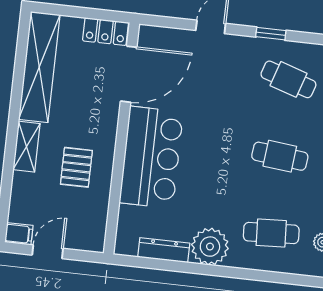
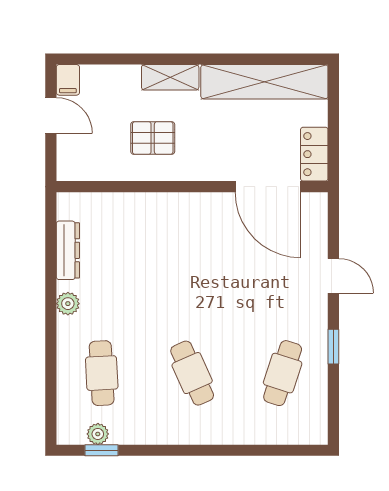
cafe table: (280, 156) -> (192, 373), turned -30
bar counter: (151, 157) -> (174, 224), removed
plant: (210, 247) -> (68, 304), width x0.53, depth x0.53

